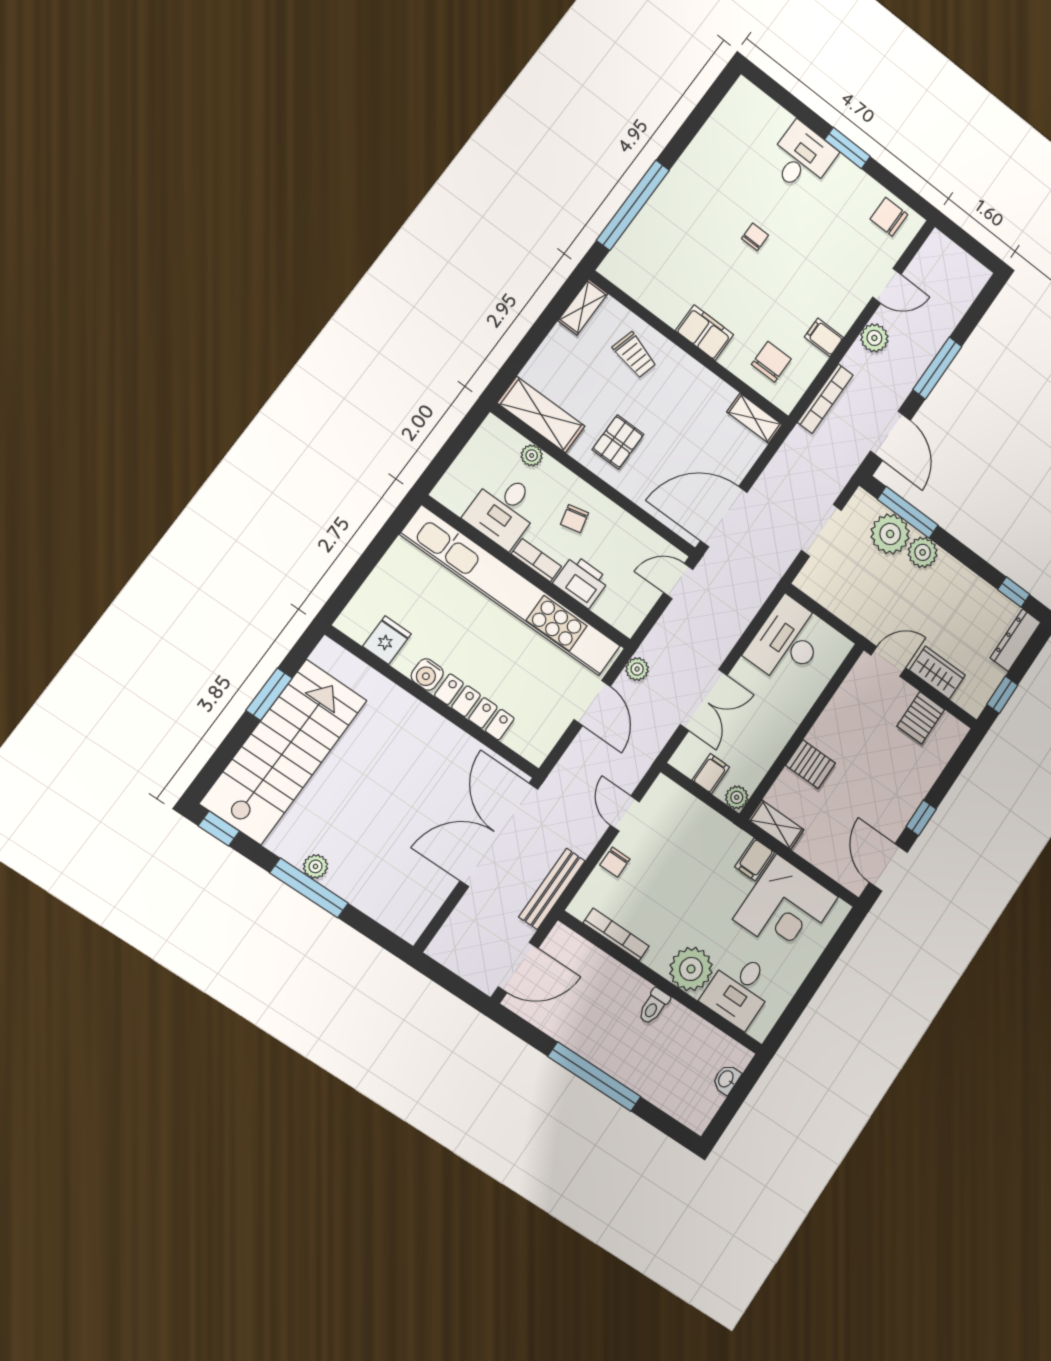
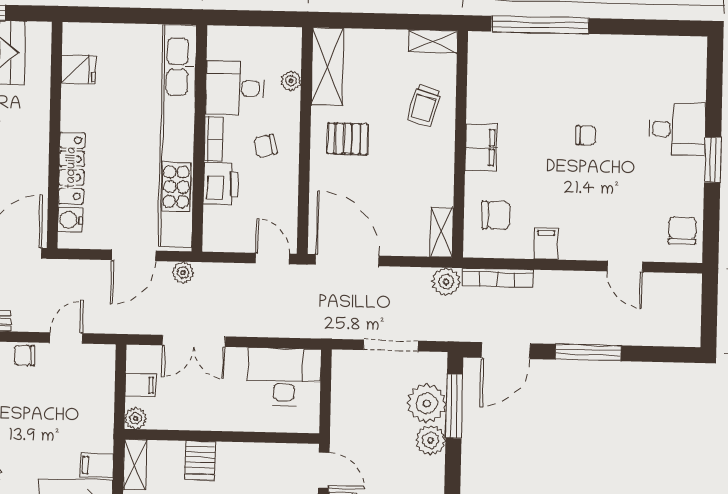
plant: (874, 338) -> (446, 282), moved
water cooler: (427, 674) -> (70, 220), moved

